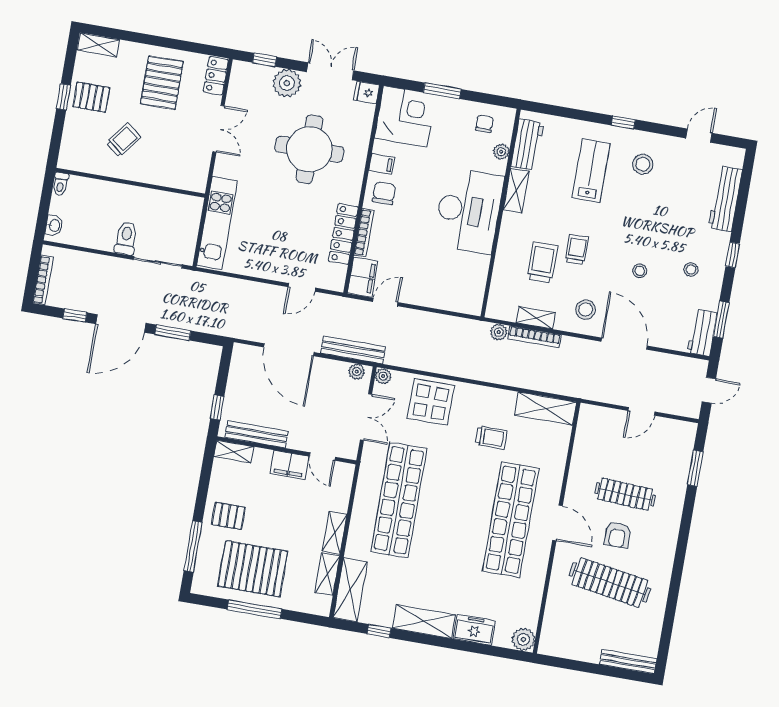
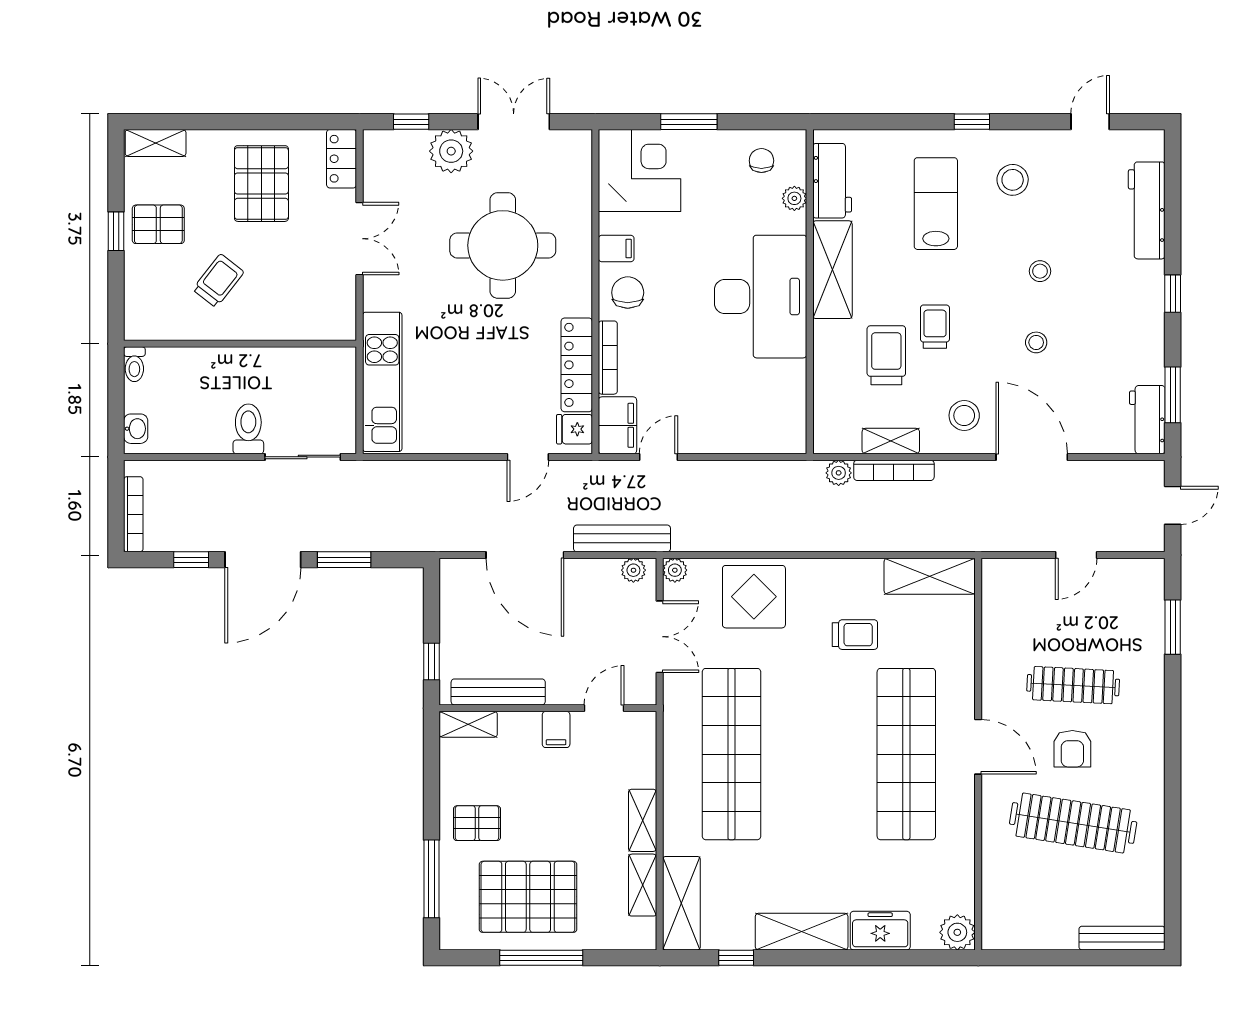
fridge: (367, 92) -> (574, 429), moved
shelving: (516, 191) -> (832, 270), width x1.50, depth x1.33
stool: (691, 270) -> (1040, 271), moved
door: (322, 457) -> (604, 708), swing flipped
filing cabinet: (289, 465) -> (556, 729), width x0.50

